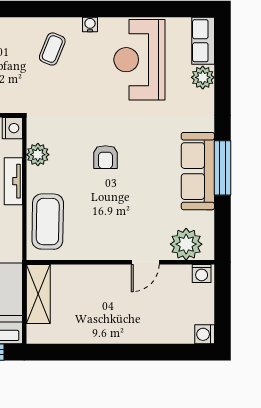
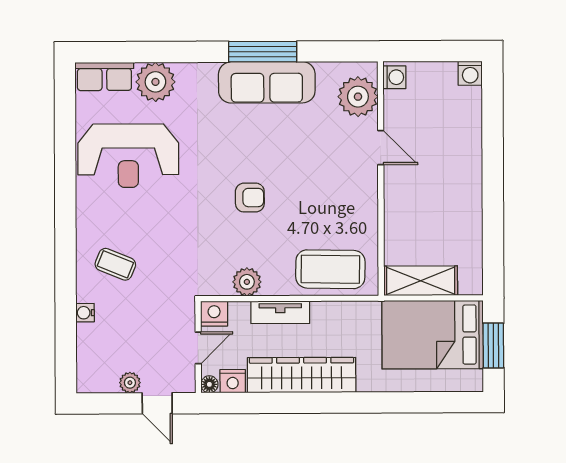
water cooler: (90, 25) -> (85, 313), moved
plant: (203, 77) -> (155, 82), width x1.36, depth x1.36

